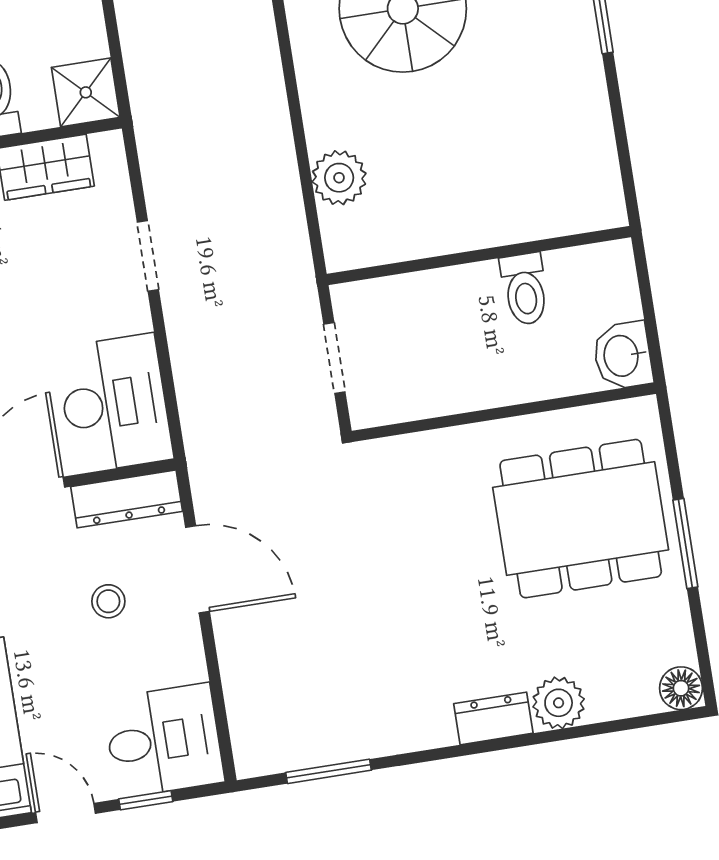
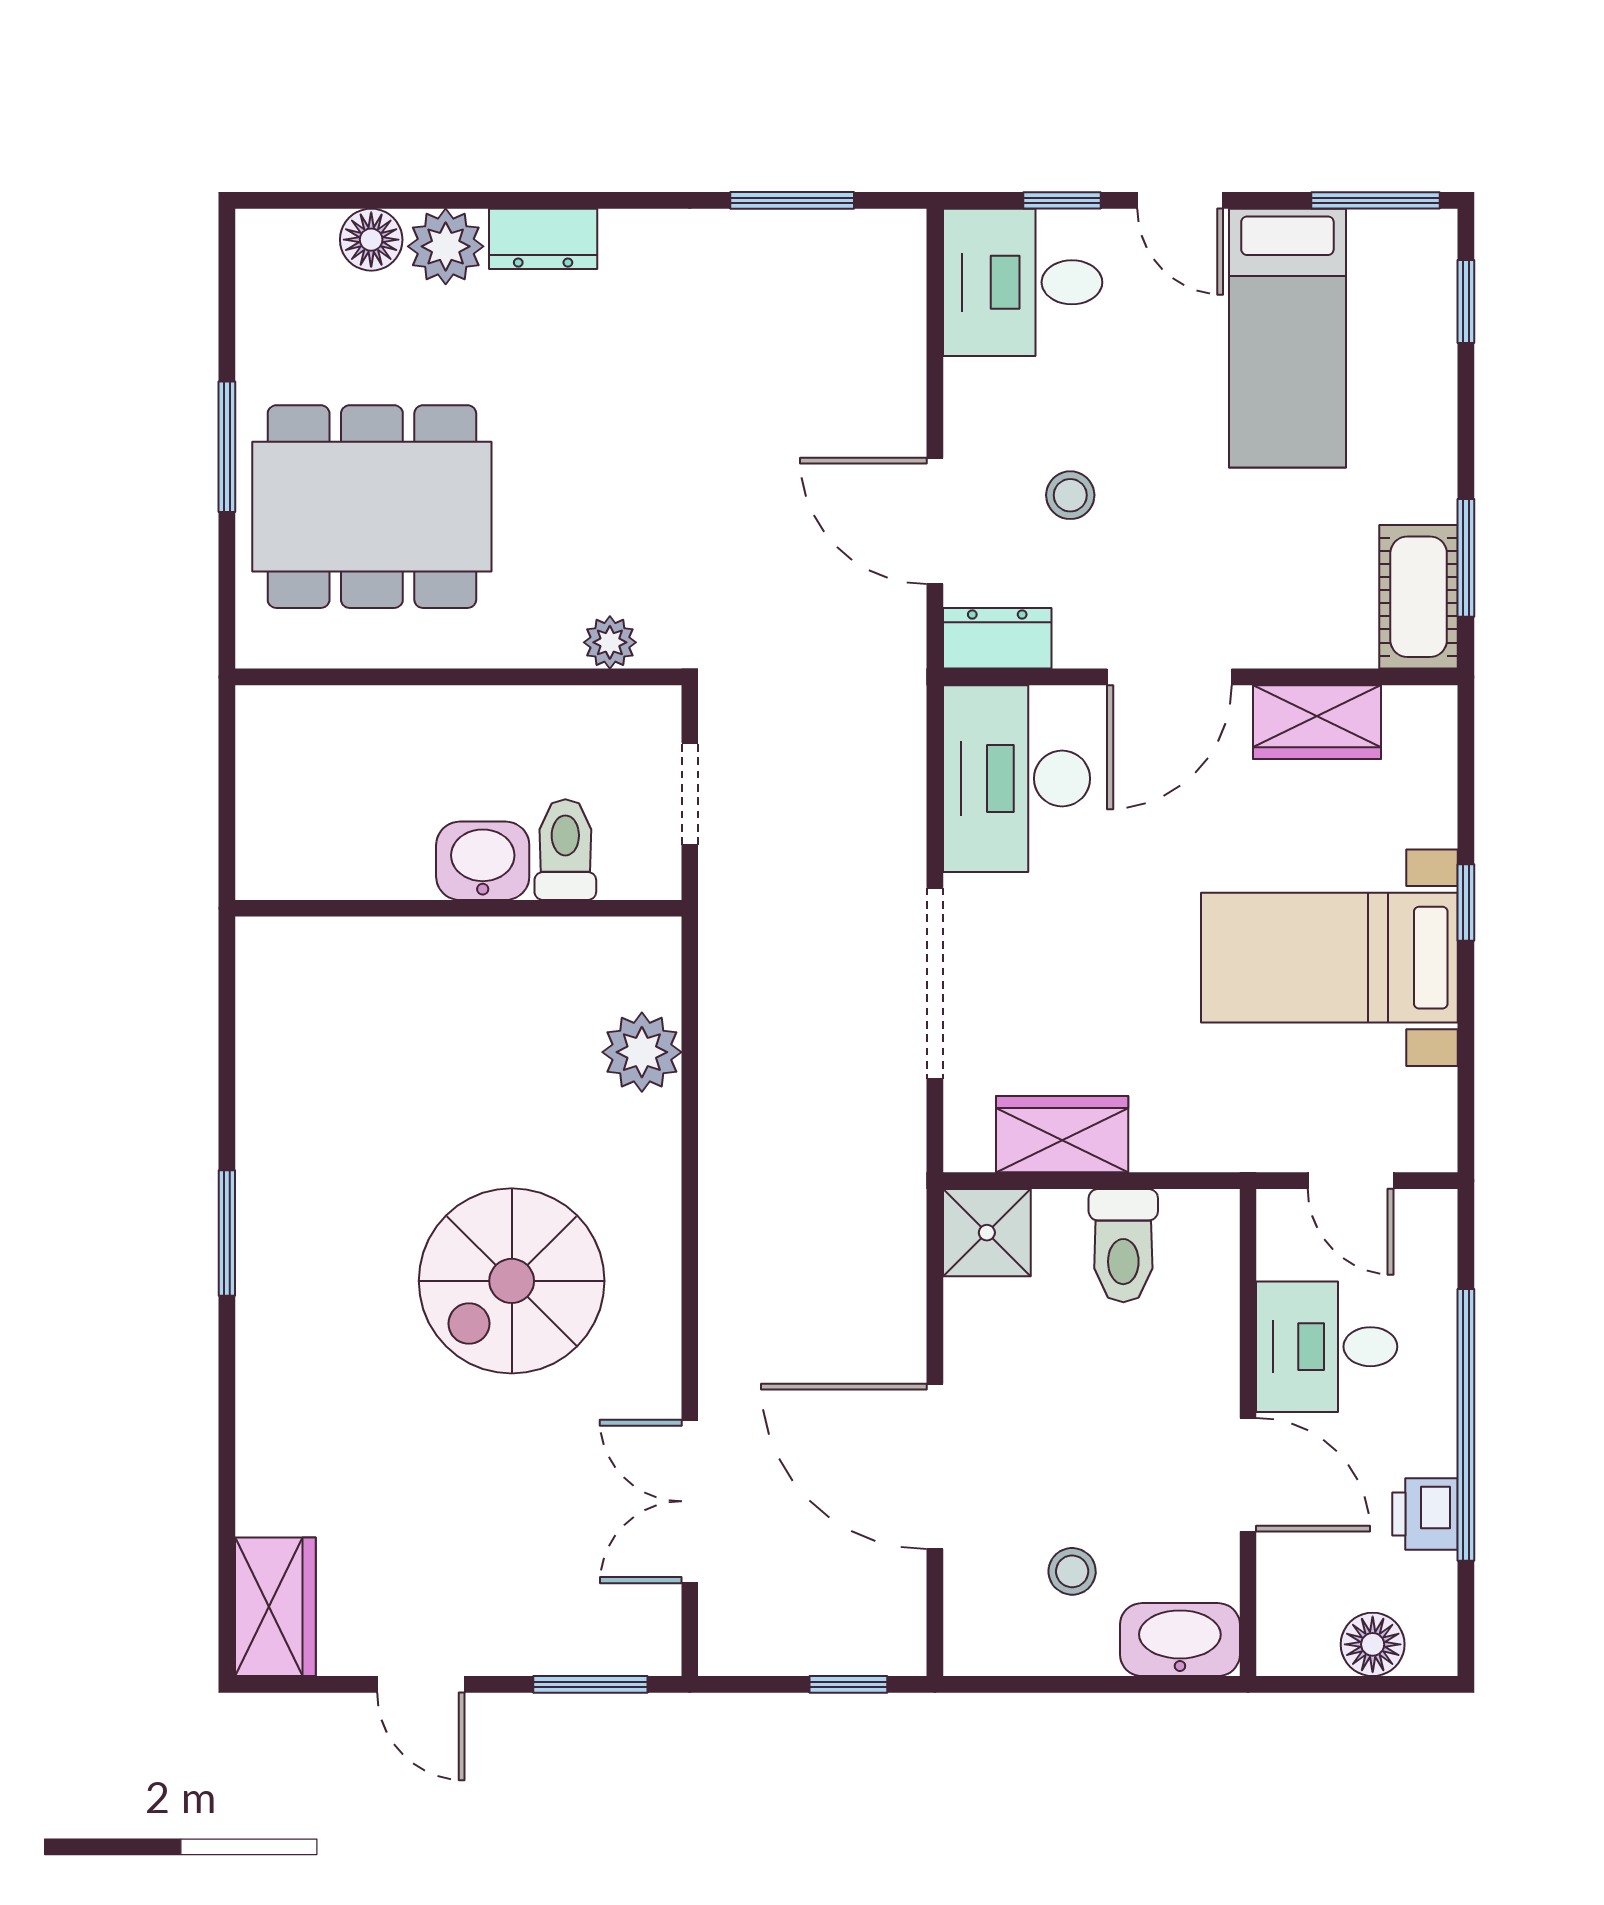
doorway: (148, 256) -> (935, 983), width x1.88
toilet: (525, 289) -> (565, 850), moved
washbasin: (623, 356) -> (483, 861), moved, turned -90
plant: (405, 452) -> (610, 642), added
dresser: (127, 499) -> (997, 638), width x0.70
floor lamp: (681, 688) -> (371, 240), moved

